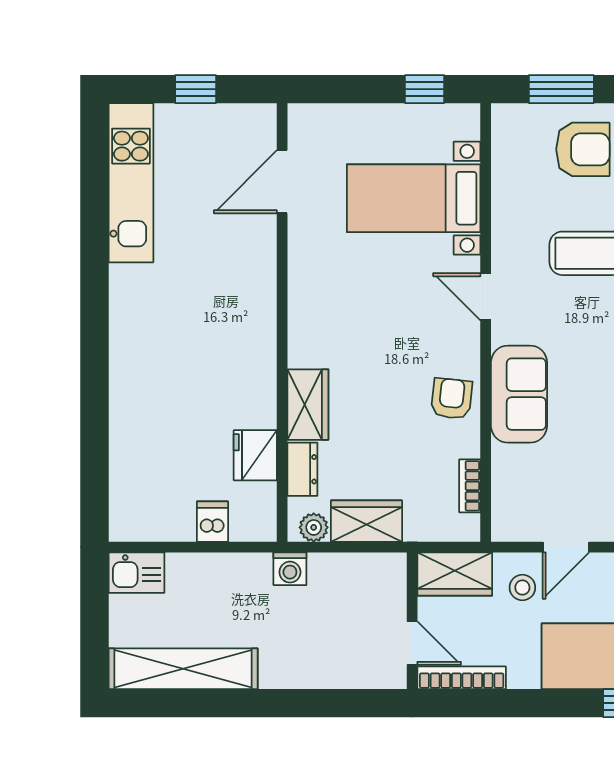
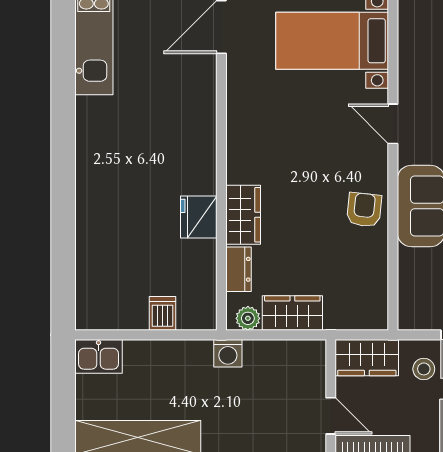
fridge: (255, 455) -> (199, 217), moved
bookcase: (470, 486) -> (380, 283), removed

